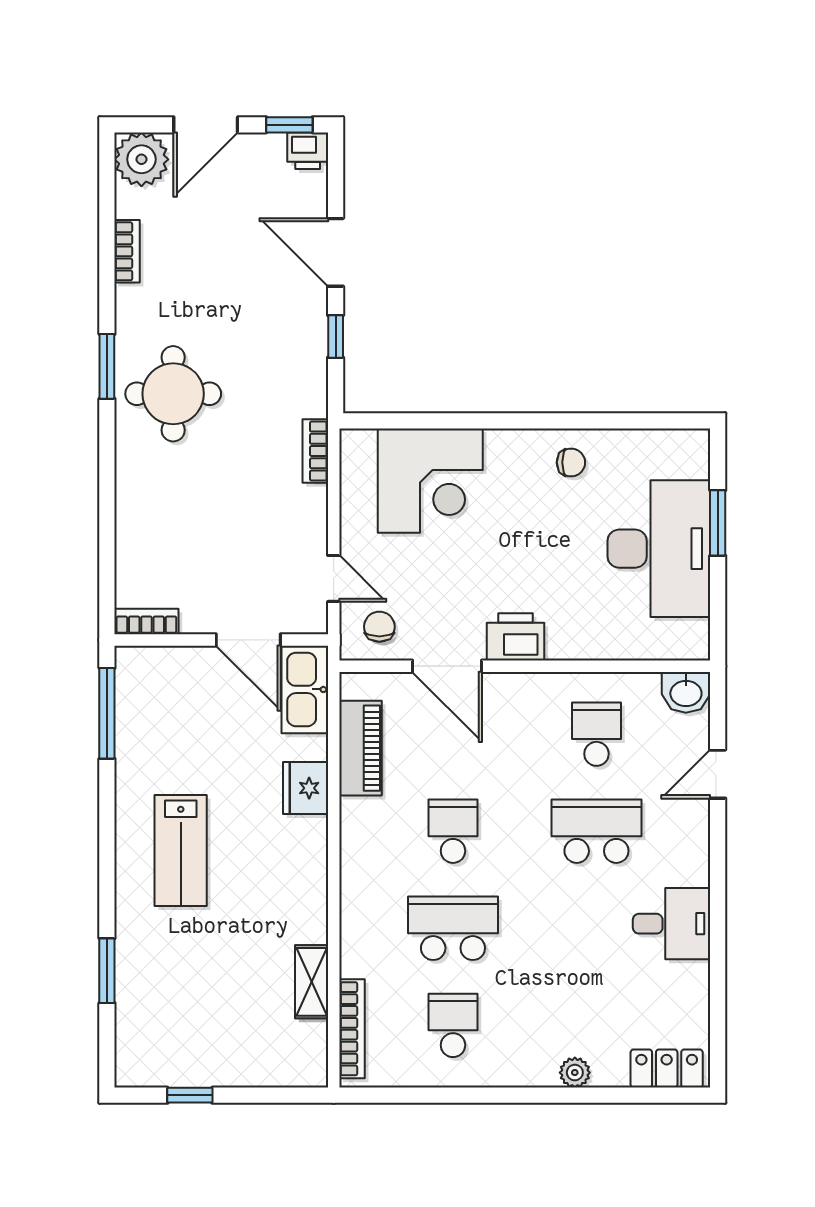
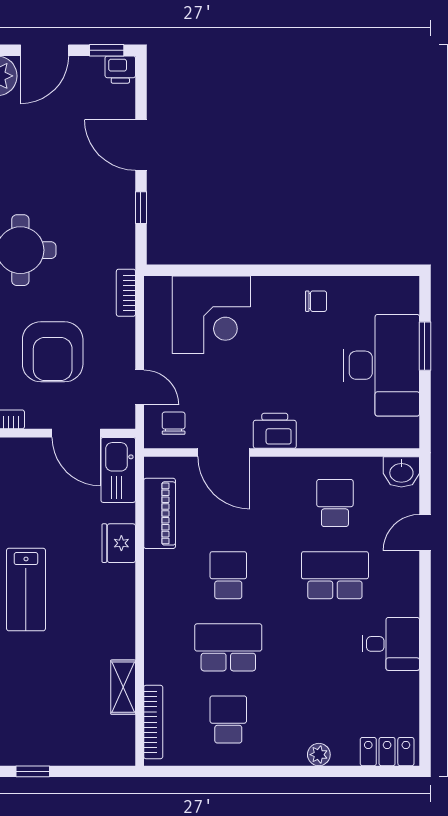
armchair: (217, 531) -> (53, 352), added

